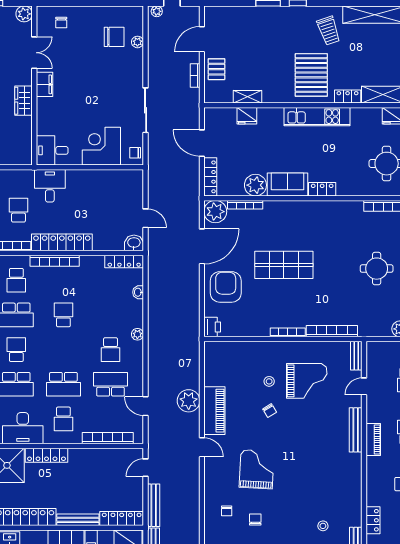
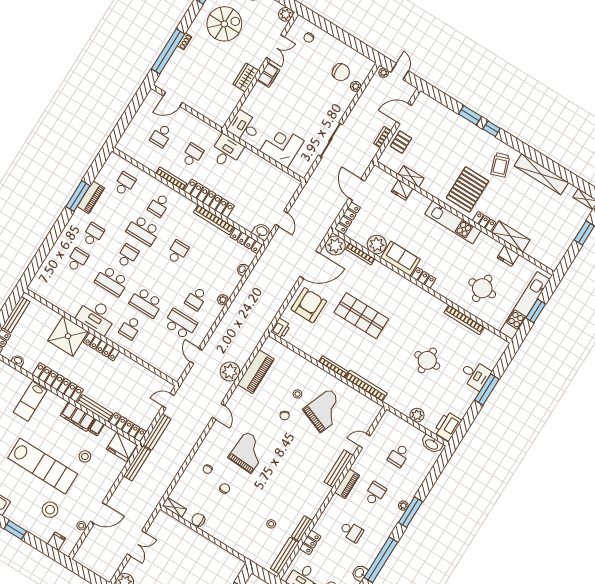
chair: (135, 153) -> (304, 166), removed
bookcase: (55, 261) -> (214, 220), moved
bench: (356, 356) -> (302, 529), moved
grand piano: (307, 381) -> (325, 411), turned -69
piano: (214, 411) -> (256, 372), moved
bookcase: (108, 438) -> (154, 362), removed

